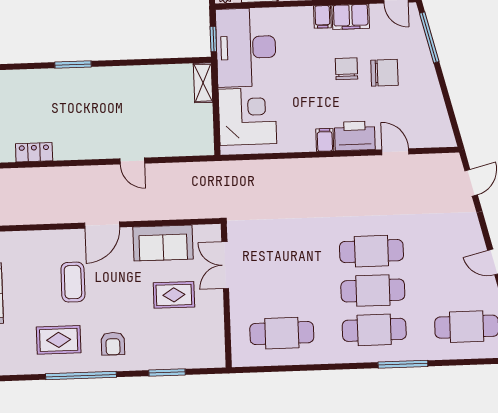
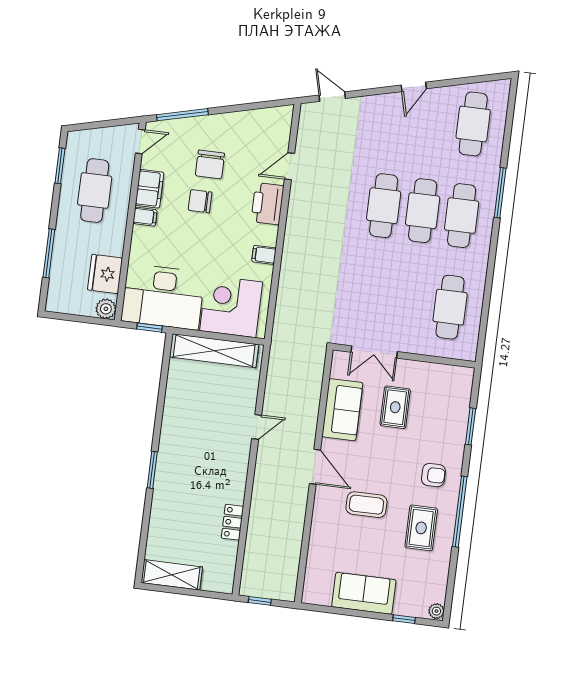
chair: (384, 73) -> (210, 164), turned 180
shelving: (203, 83) -> (214, 351), width x2.20, depth x1.33
filing cabinet: (325, 140) -> (264, 255), moved

